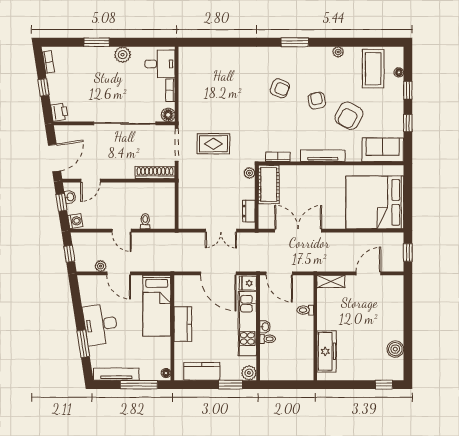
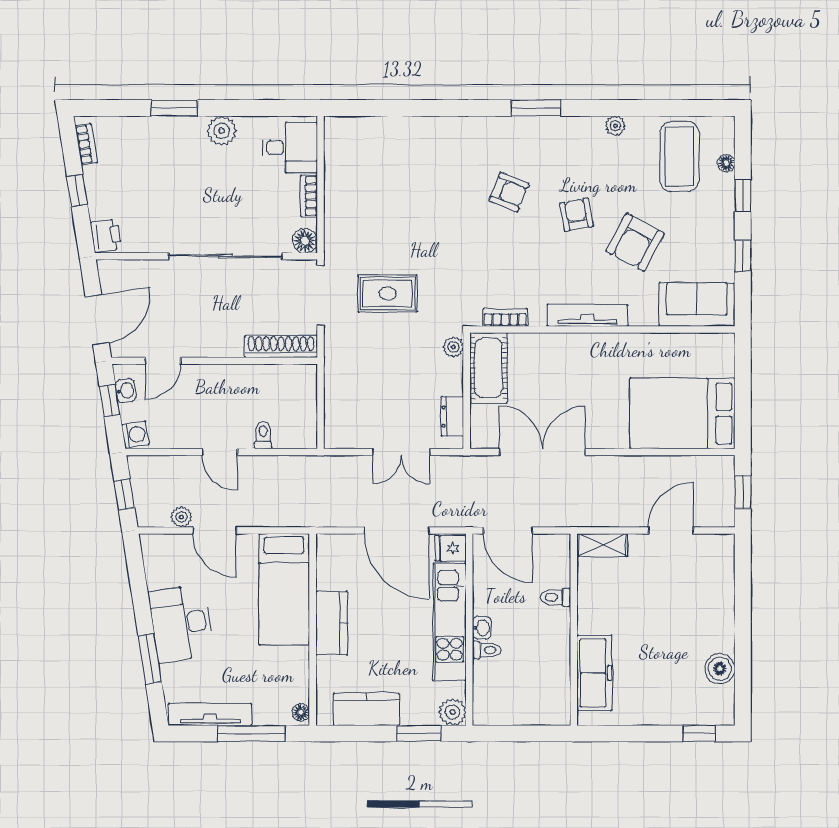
bed: (375, 202) -> (682, 413), width x0.73

